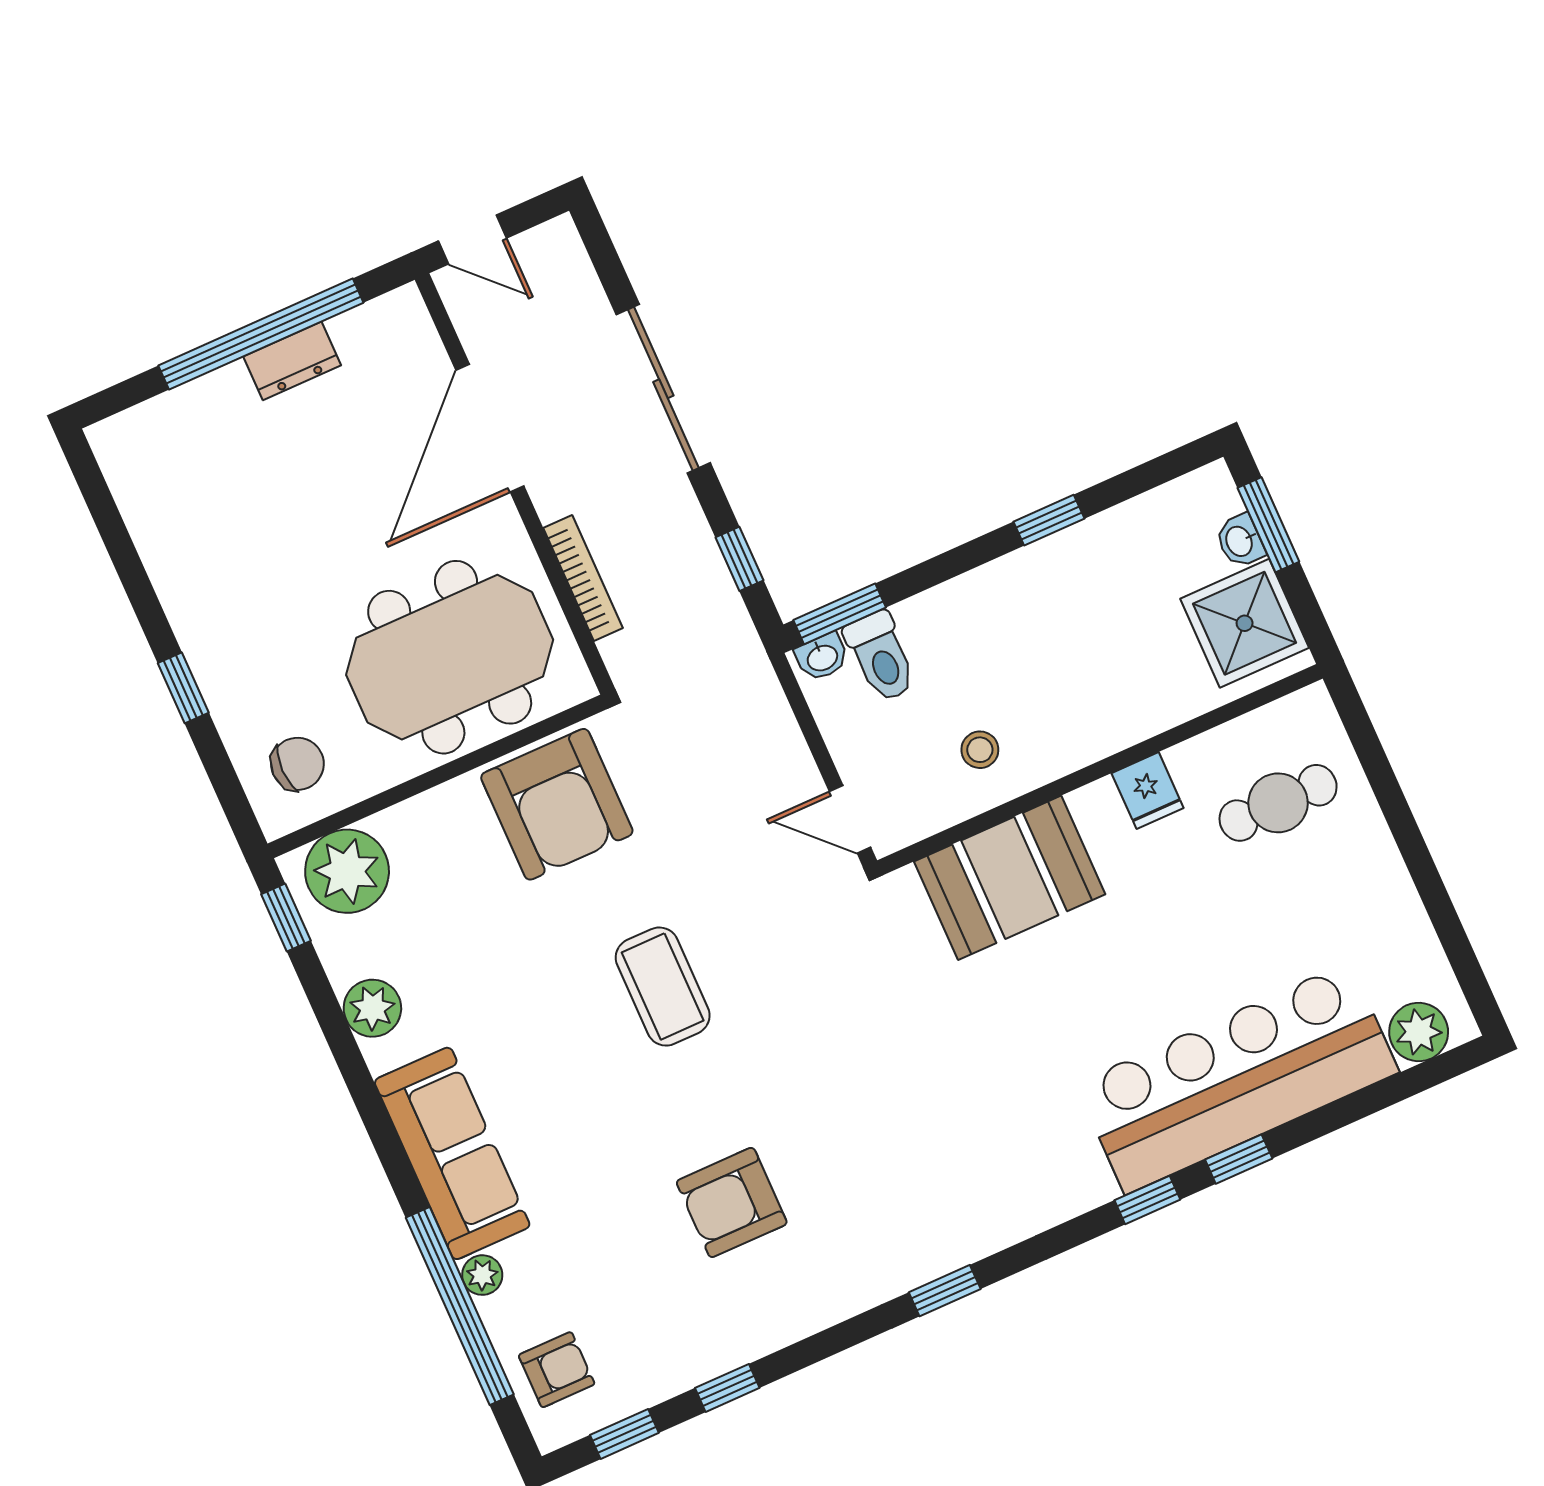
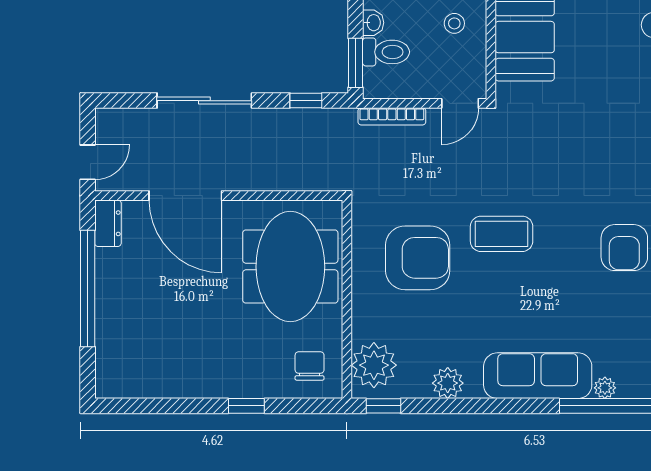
dresser: (292, 361) -> (108, 223), moved
bookcase: (583, 578) -> (392, 116), moved, turned 180
washbasin: (822, 657) -> (373, 23), moved
armchair: (557, 804) -> (418, 258), moved

